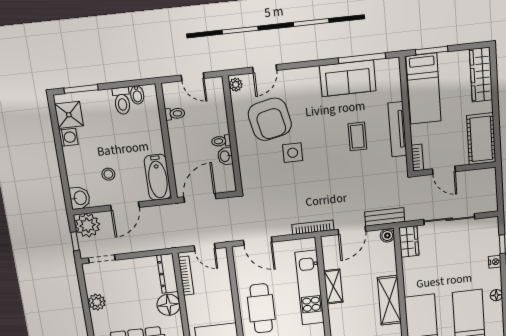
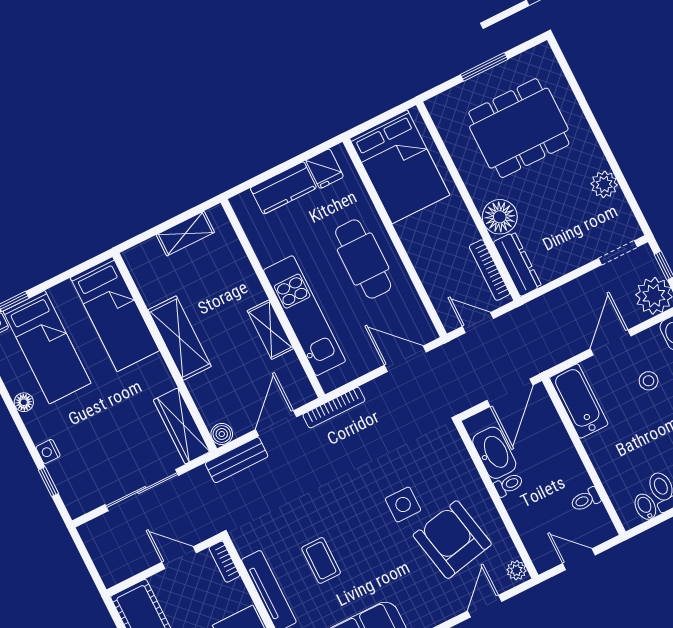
washbasin: (225, 156) -> (494, 453), width x1.91, depth x1.45
wardrobe: (409, 241) -> (182, 426), width x1.50

